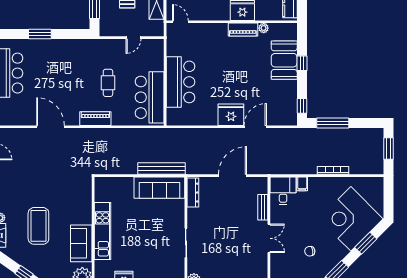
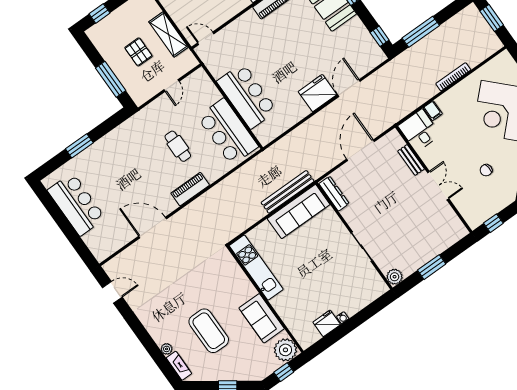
kitchen unit: (102, 231) -> (256, 268), moved

